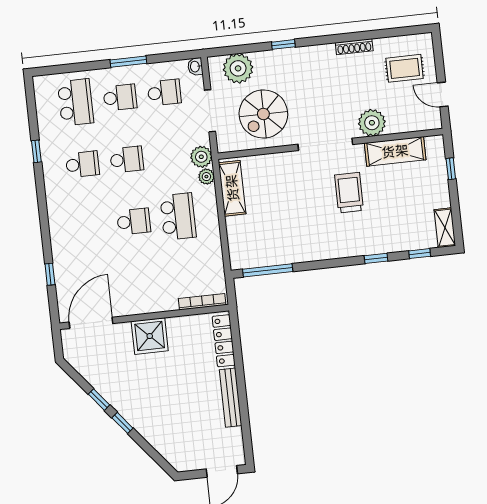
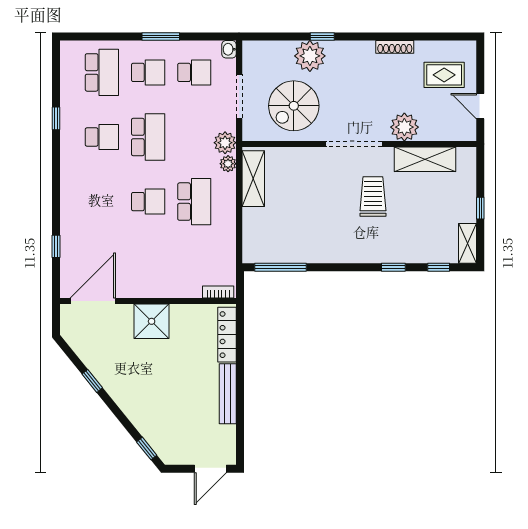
plant: (238, 68) -> (310, 56), moved
school desk: (127, 159) -> (148, 137), width x1.85
window: (451, 169) -> (480, 208), moved
bookcase: (202, 302) -> (218, 292), width x0.64
window: (122, 423) -> (147, 449), moved

